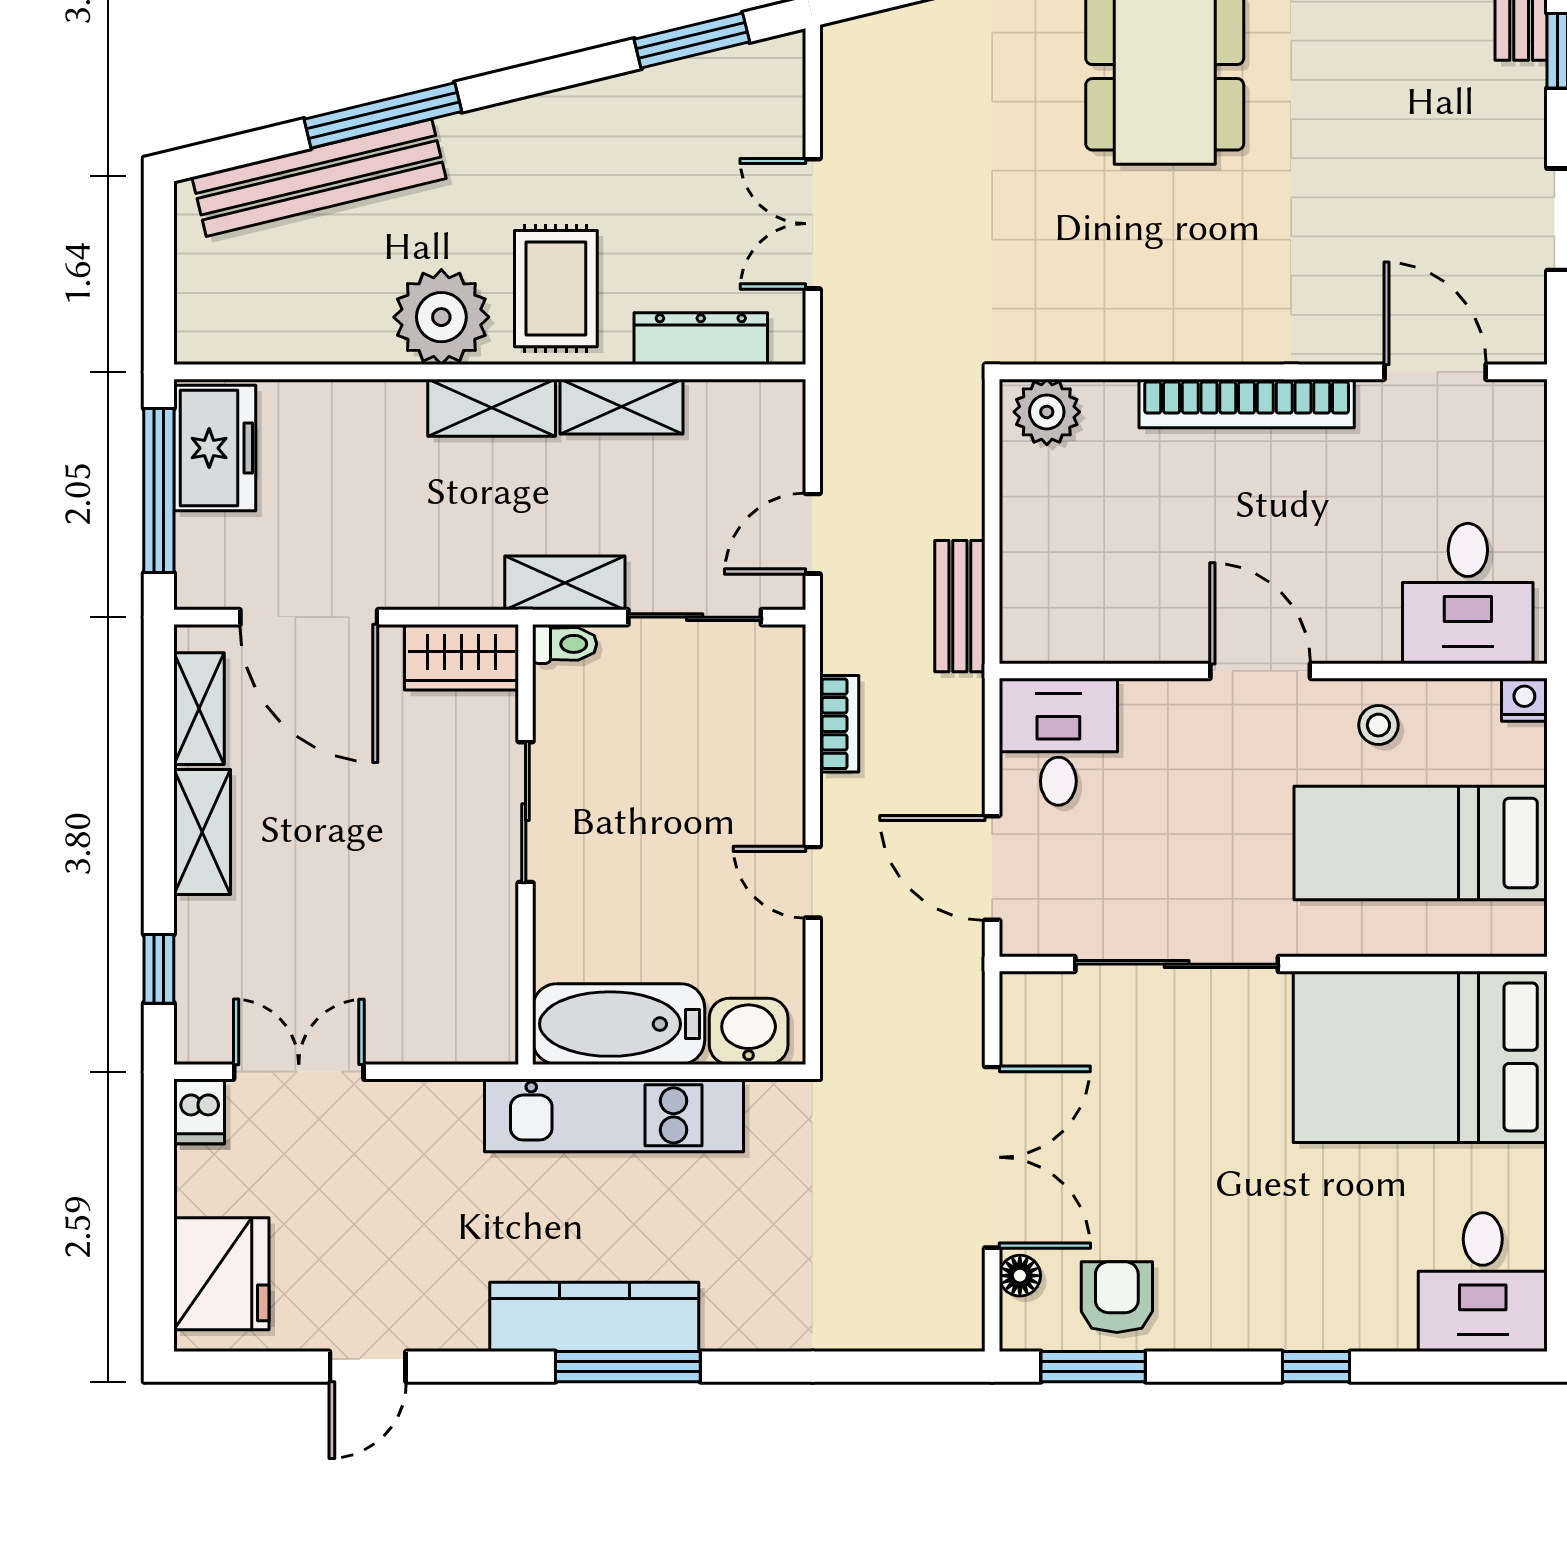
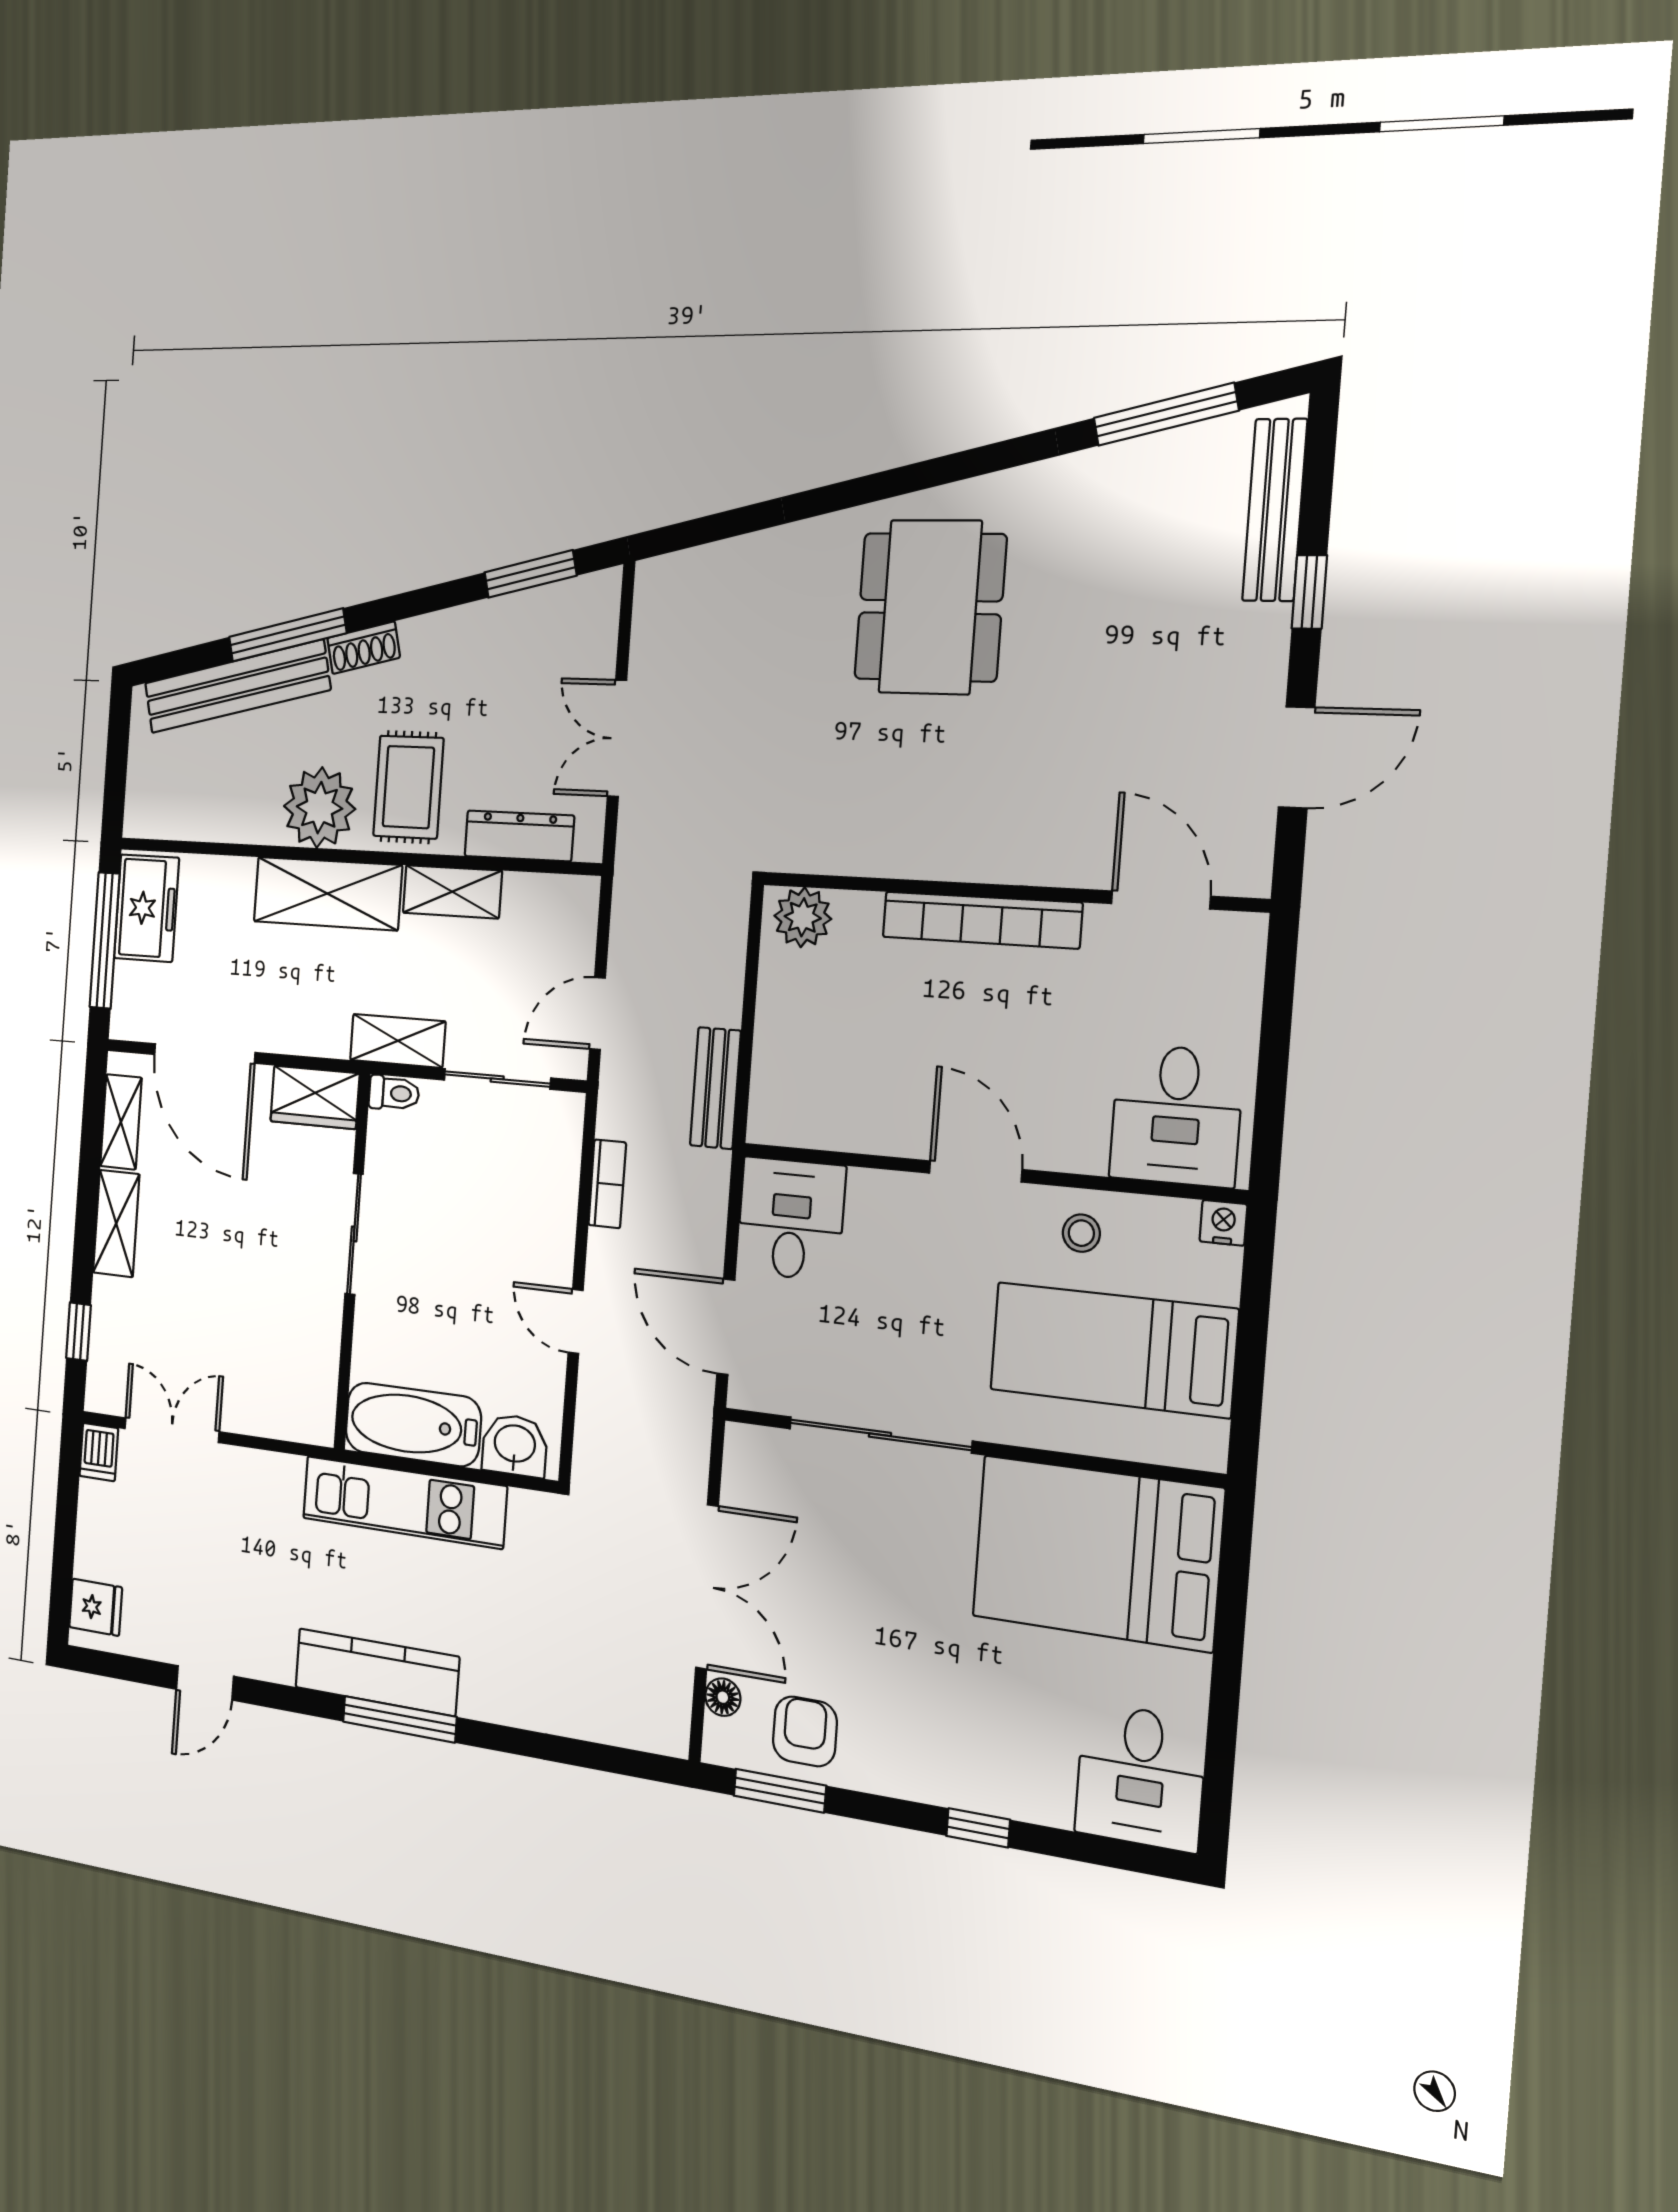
shoe rack: (485, 128) -> (364, 648), added
shelving: (492, 408) -> (327, 893), width x1.50, depth x1.33
fridge: (221, 1274) -> (96, 1607), width x0.53, depth x0.75

